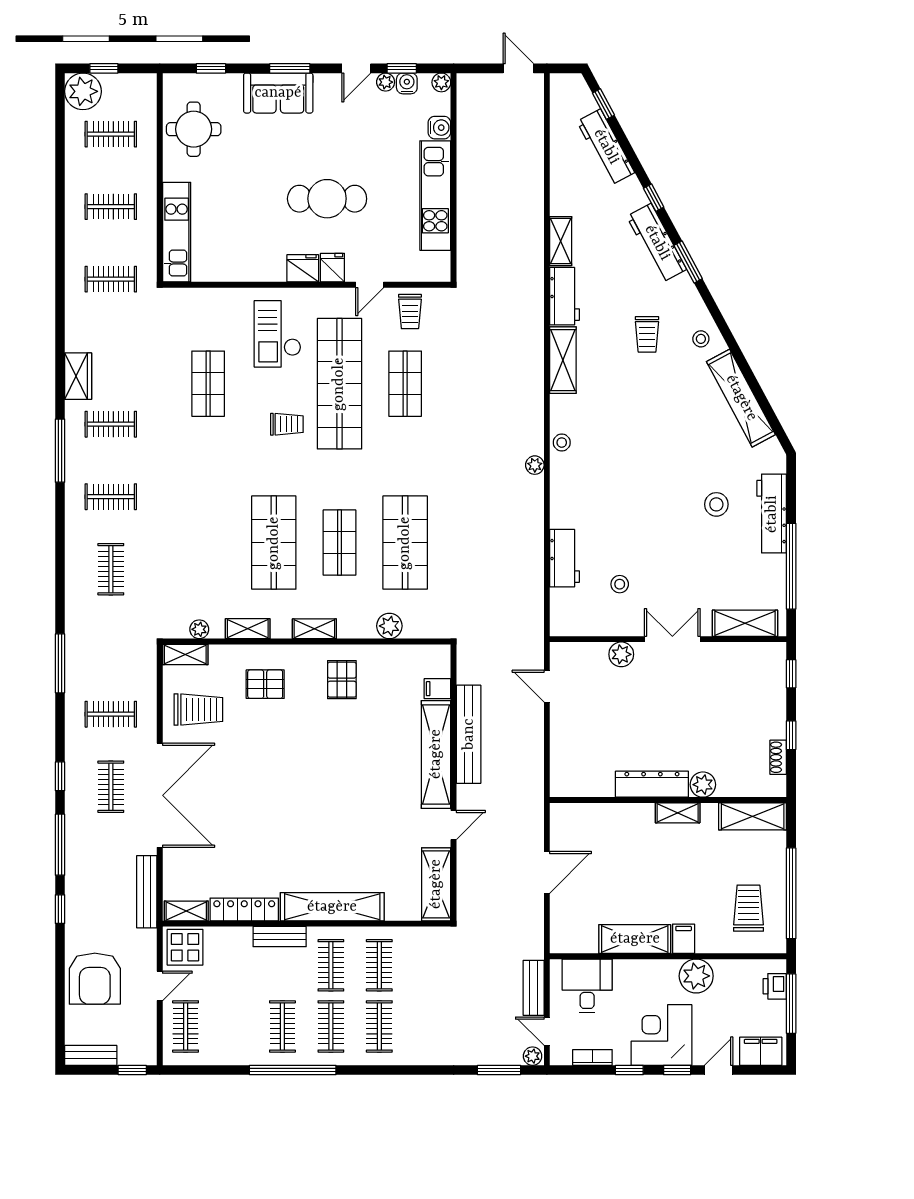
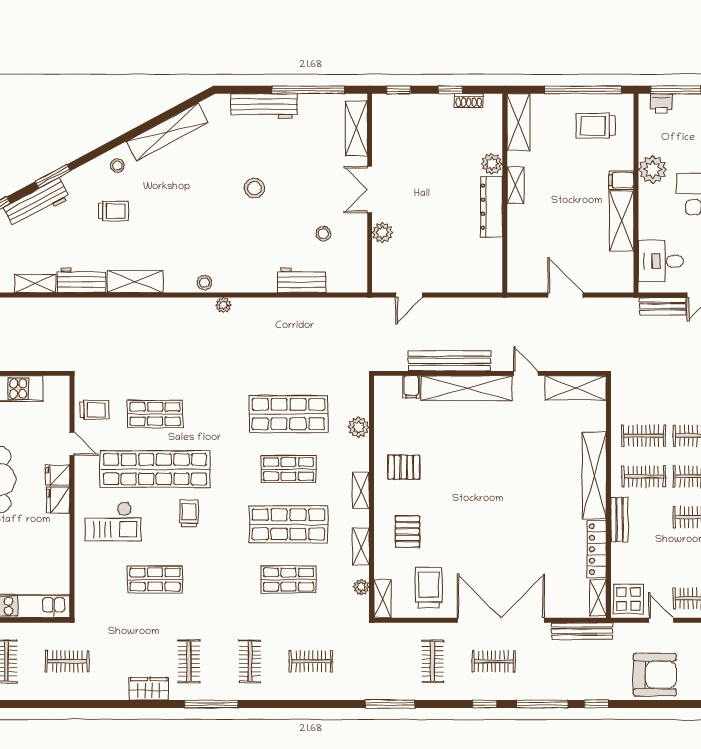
clothes rail: (111, 279) -> (67, 661), turned 90
stool: (716, 504) -> (254, 188), moved
shop shelf: (208, 543) -> (288, 579), added

